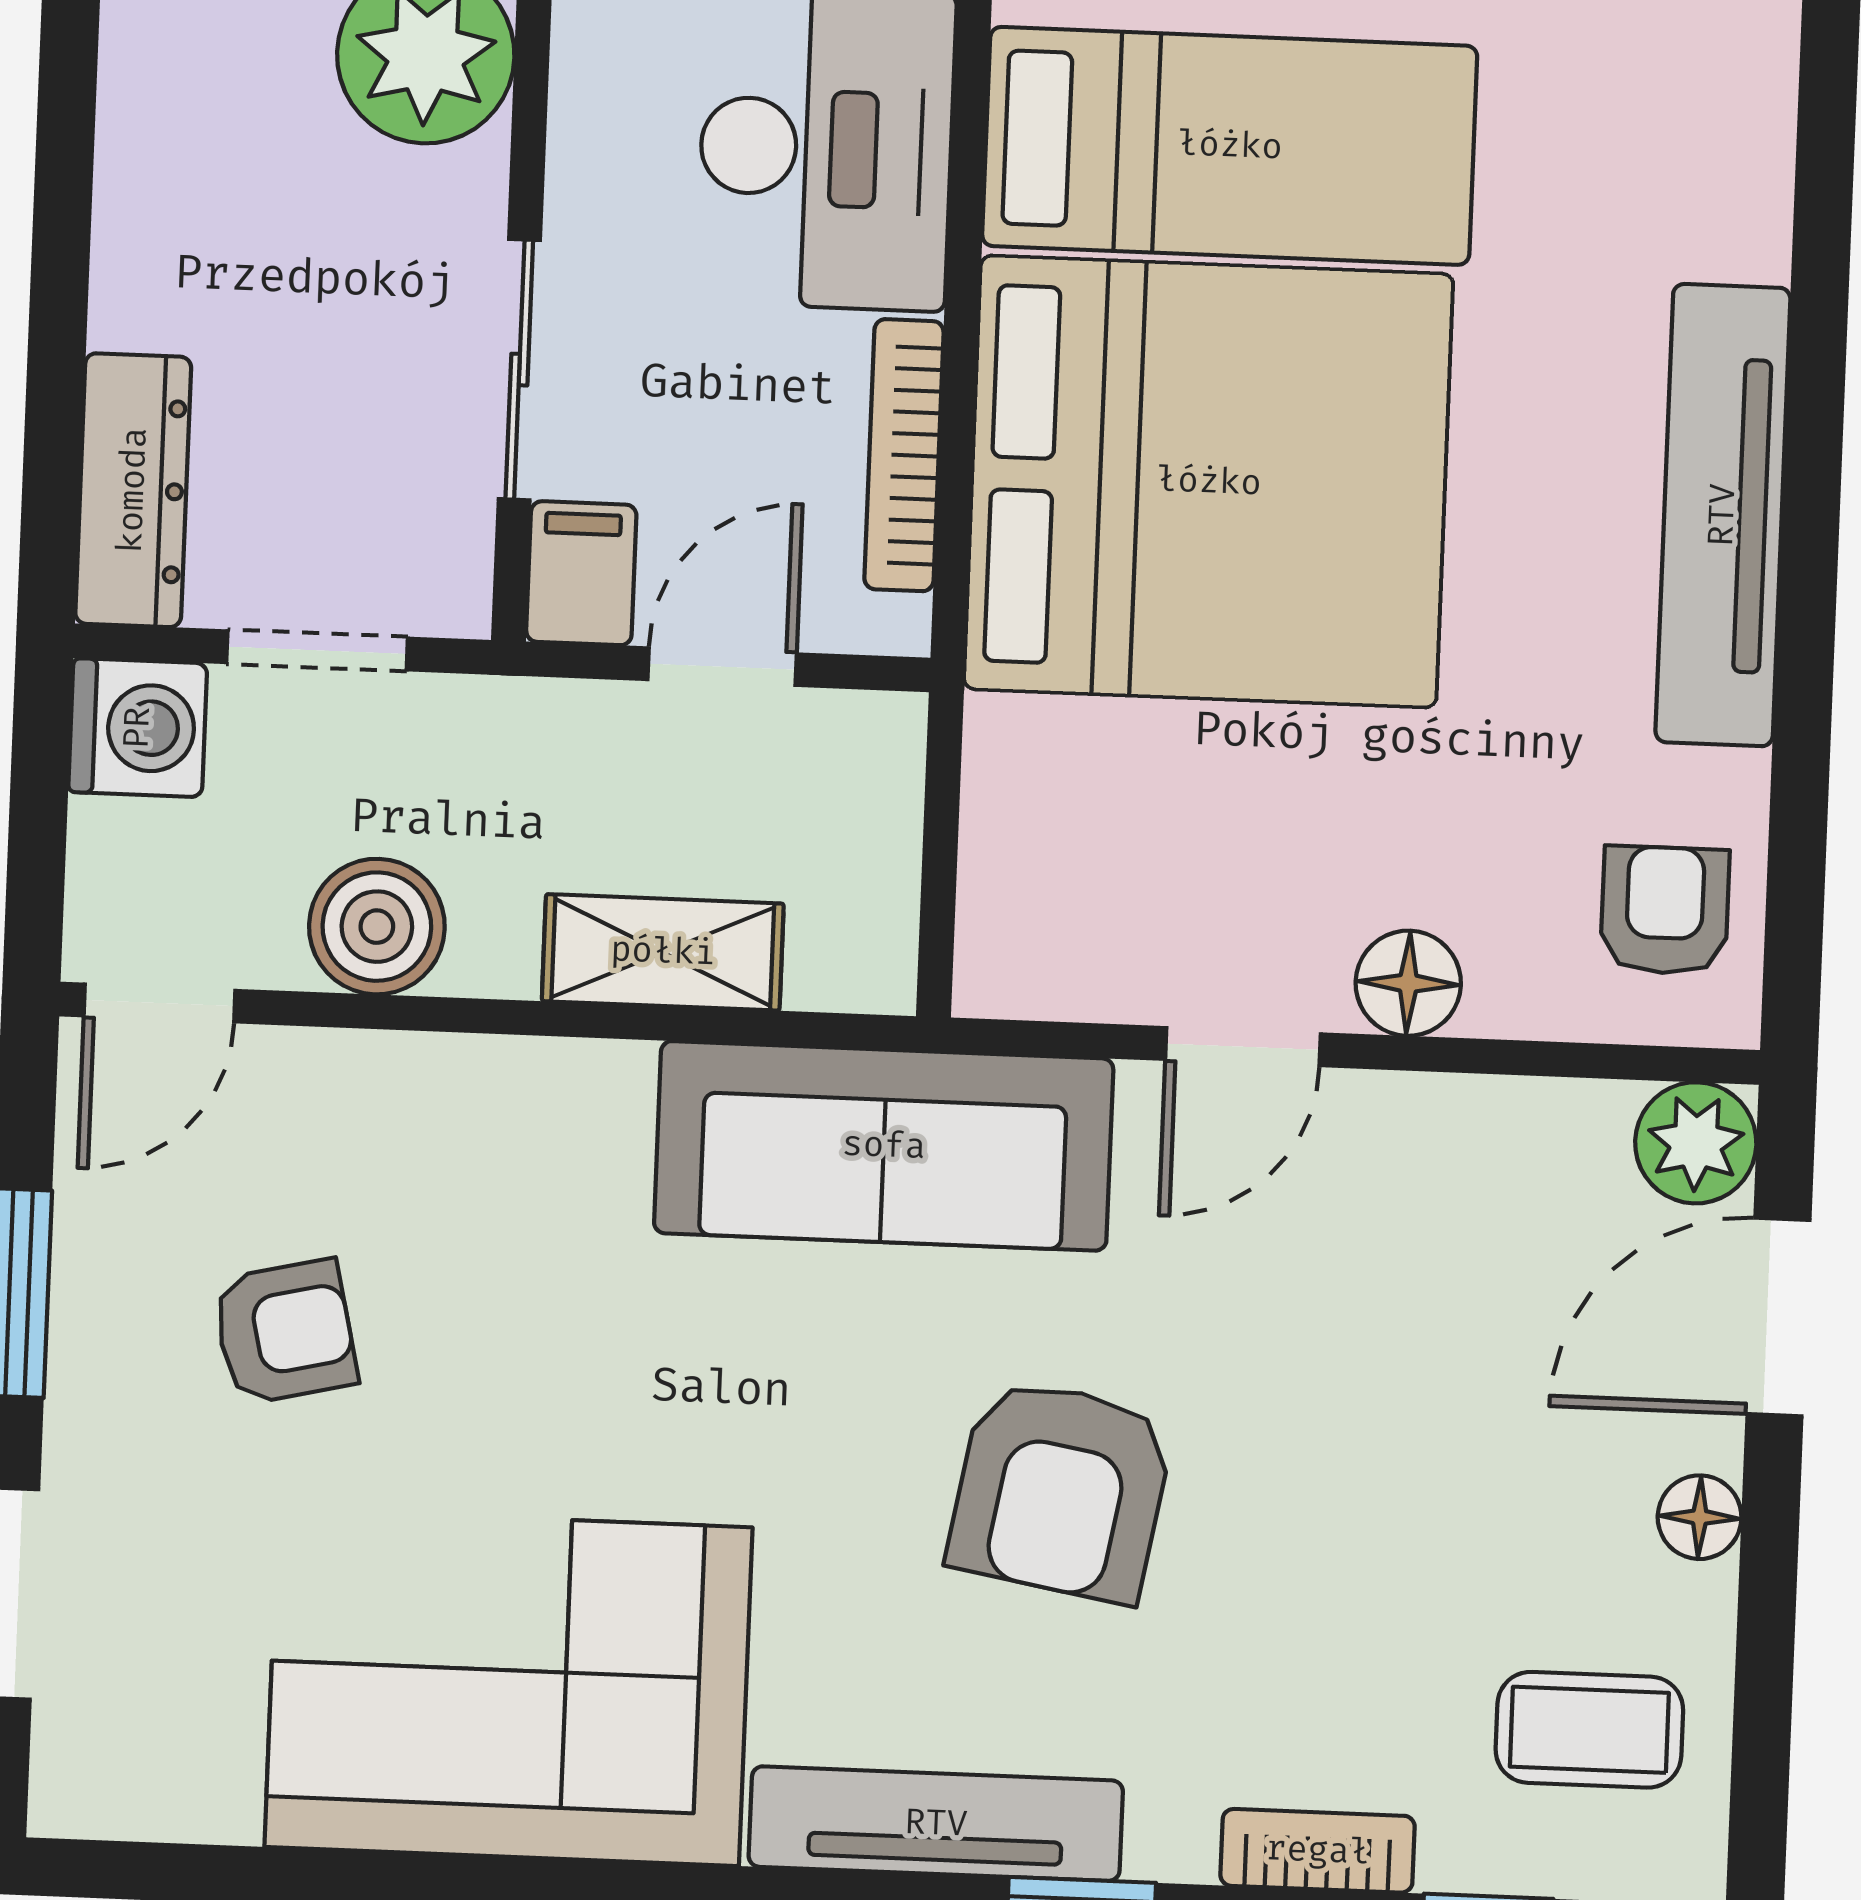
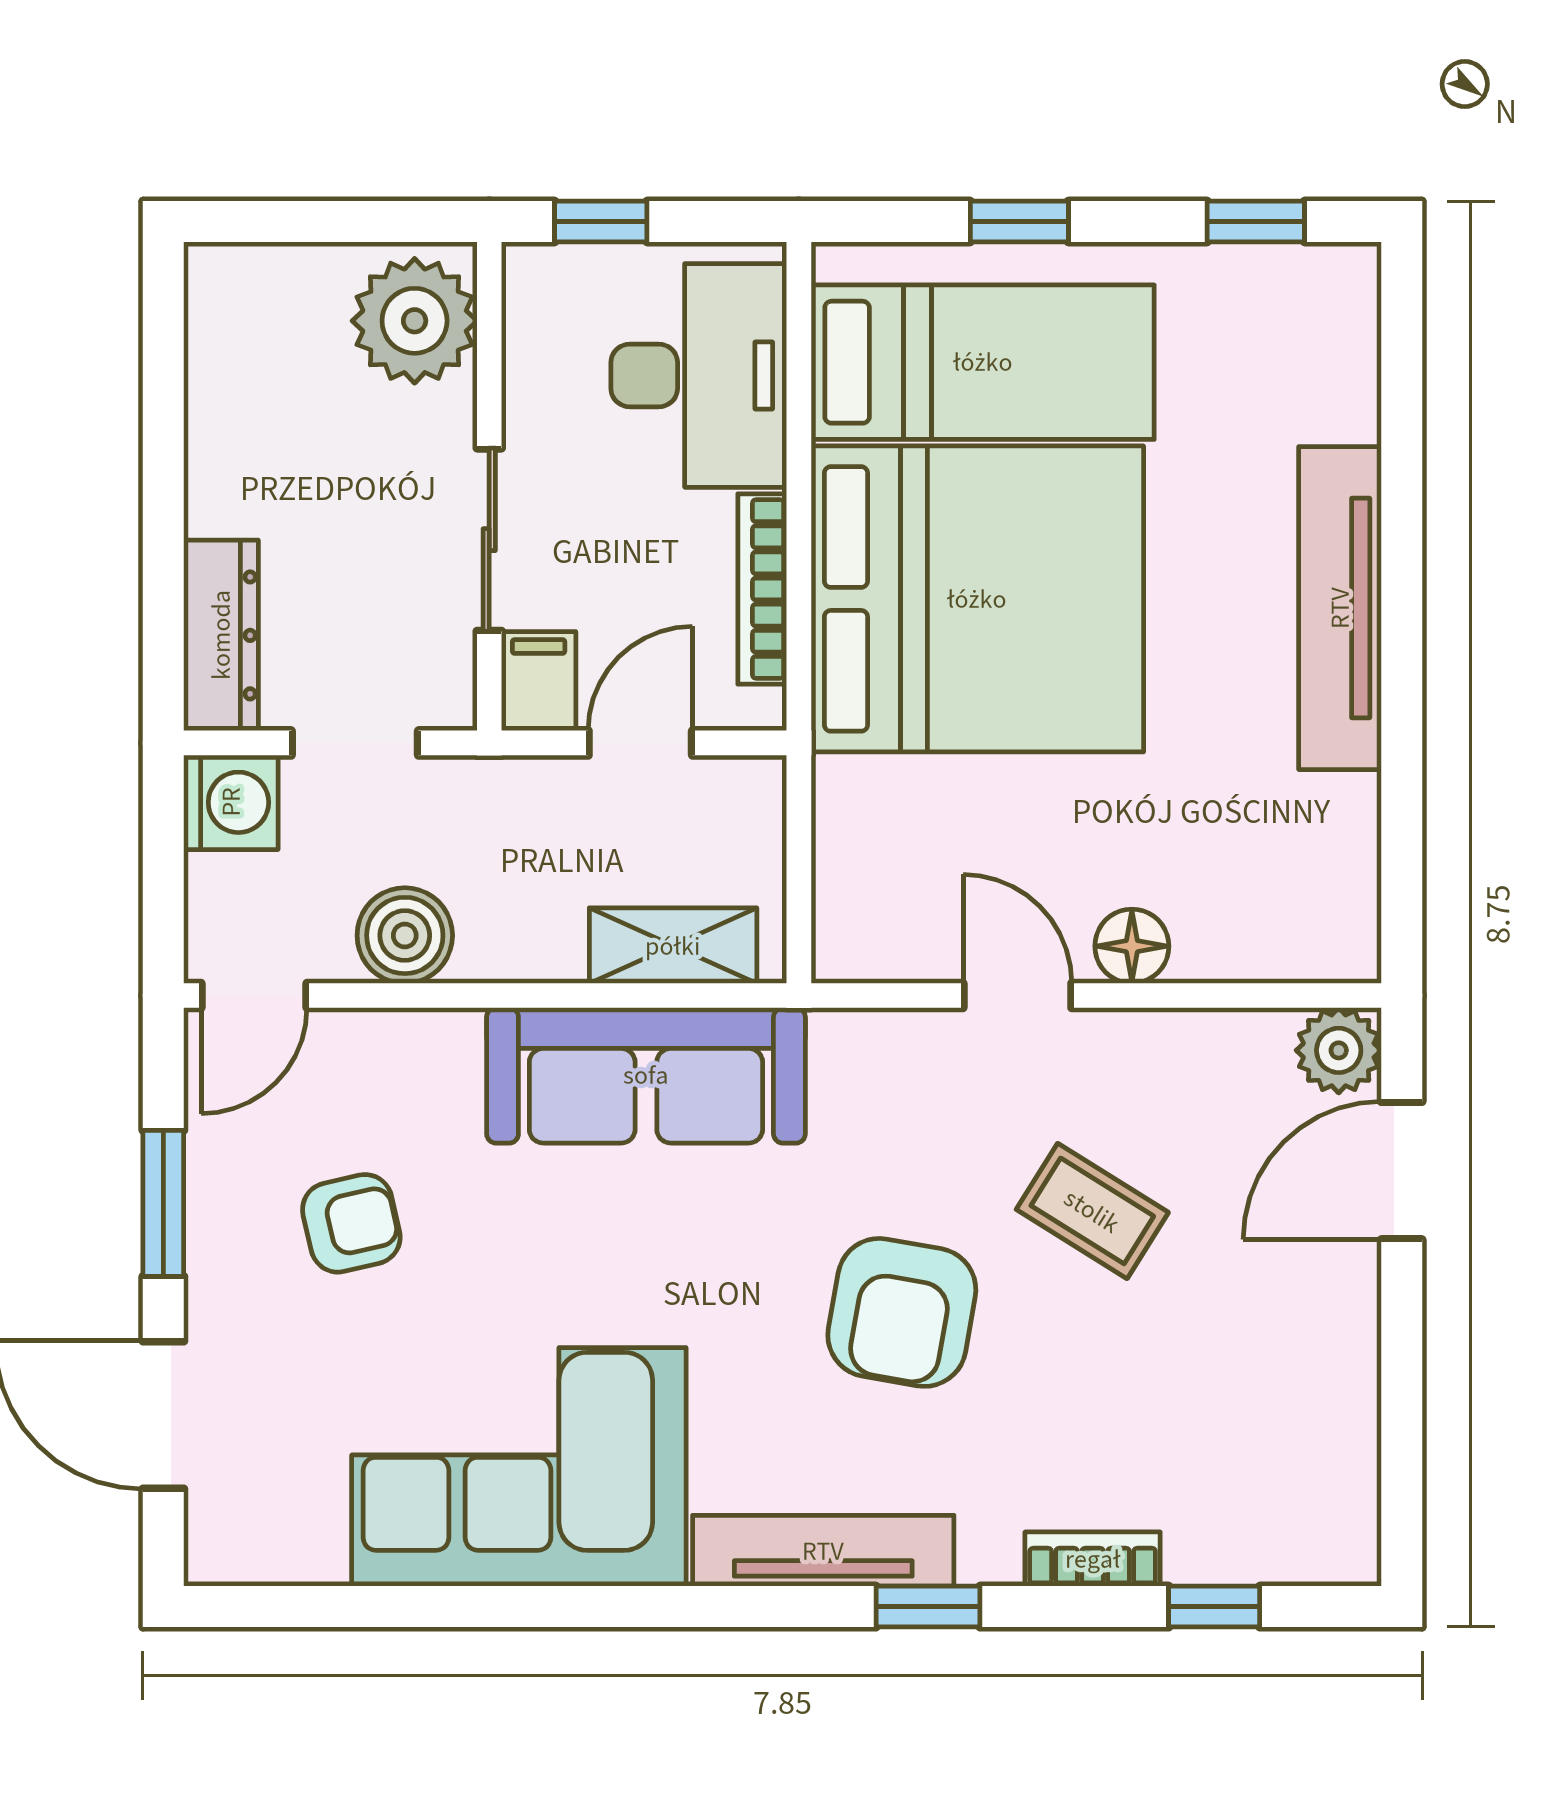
armchair: (1665, 910) -> (1310, 888), removed
shelving: (663, 952) -> (673, 946), moved
door: (1243, 1047) -> (1017, 995), swing flipped
sofa: (884, 1146) -> (646, 1075), moved
floor lamp: (1700, 1517) -> (1352, 1314), removed
coffee table: (1589, 1730) -> (1092, 1211), moved, turned 32

